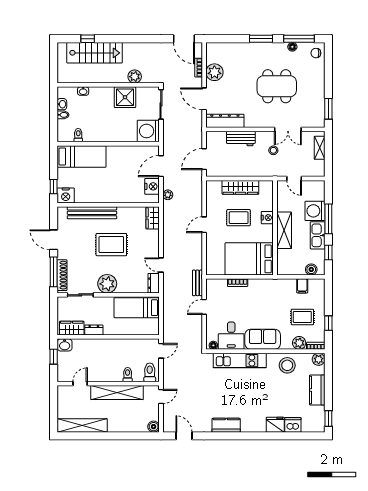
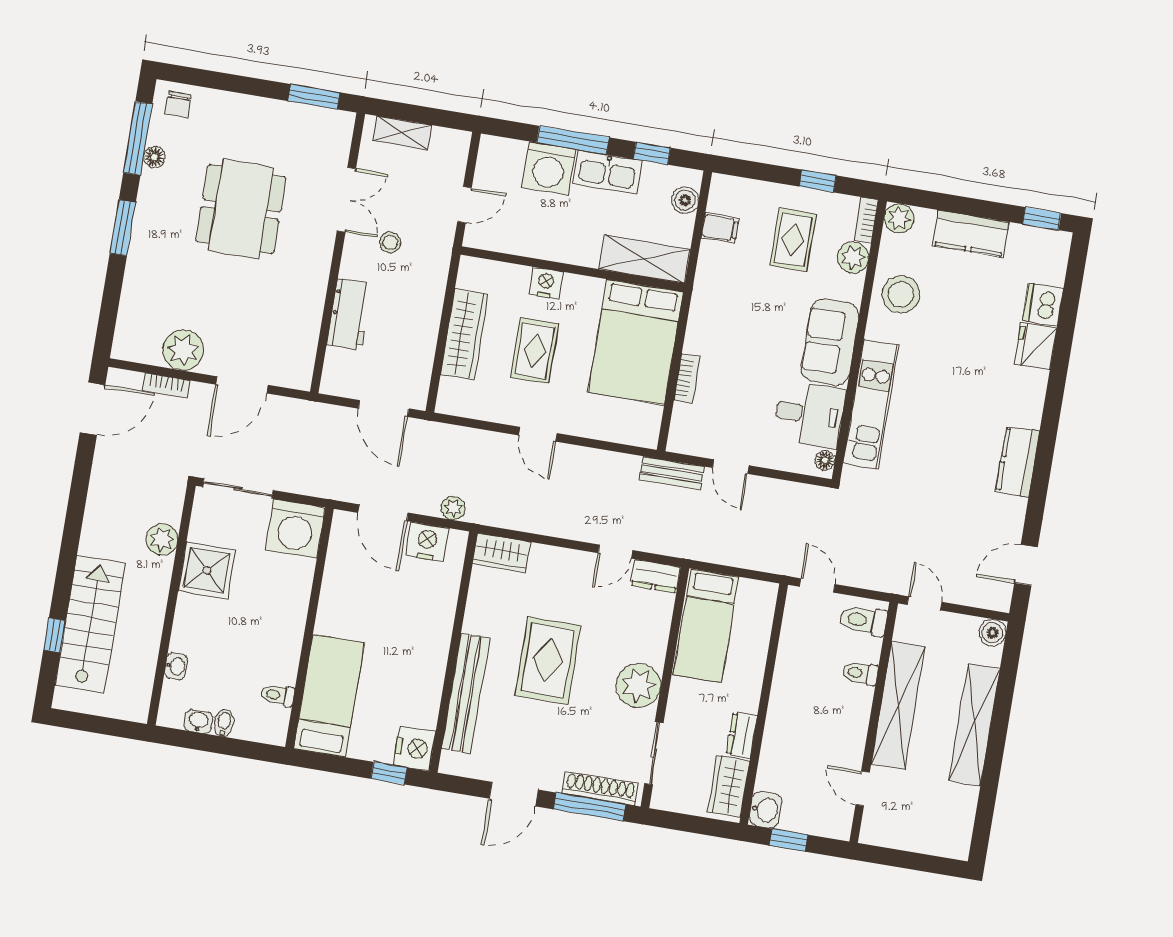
dresser: (225, 121) -> (301, 345), removed
shelving: (284, 230) -> (644, 259), moved
shelving: (82, 425) -> (974, 724), moved

